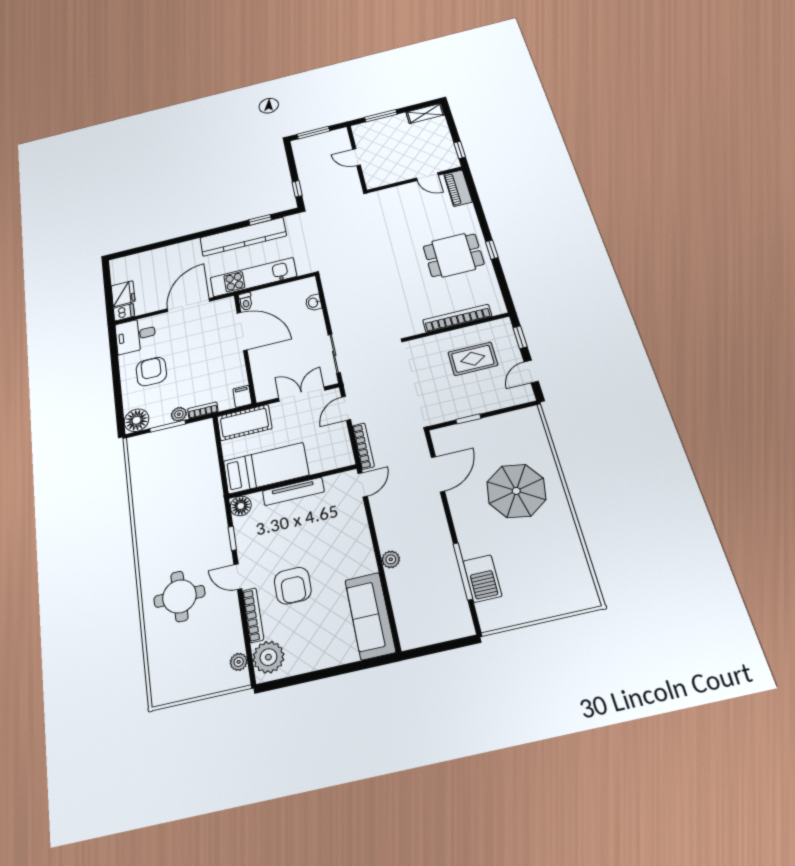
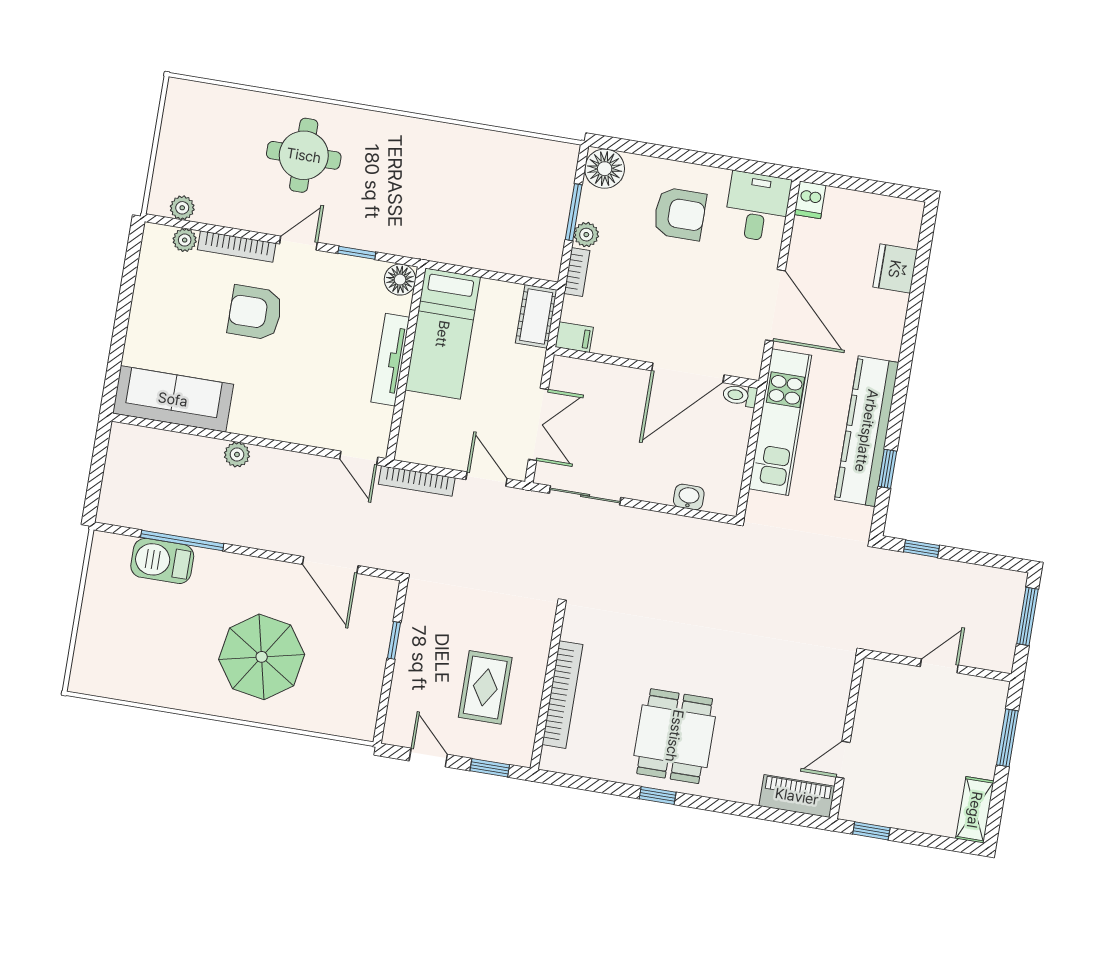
fridge: (123, 294) -> (895, 269), moved, turned 90
cot: (244, 423) -> (536, 316), width x0.73, depth x0.75
plant: (268, 657) -> (185, 240), width x0.53, depth x0.53

